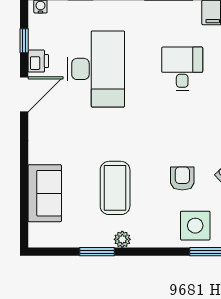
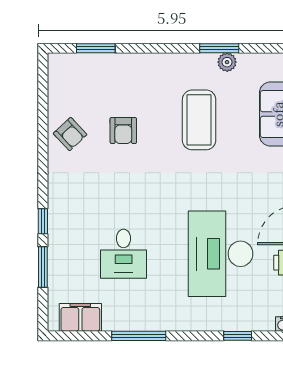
side table: (195, 226) -> (109, 78), removed
plant: (122, 239) -> (227, 62), moved

